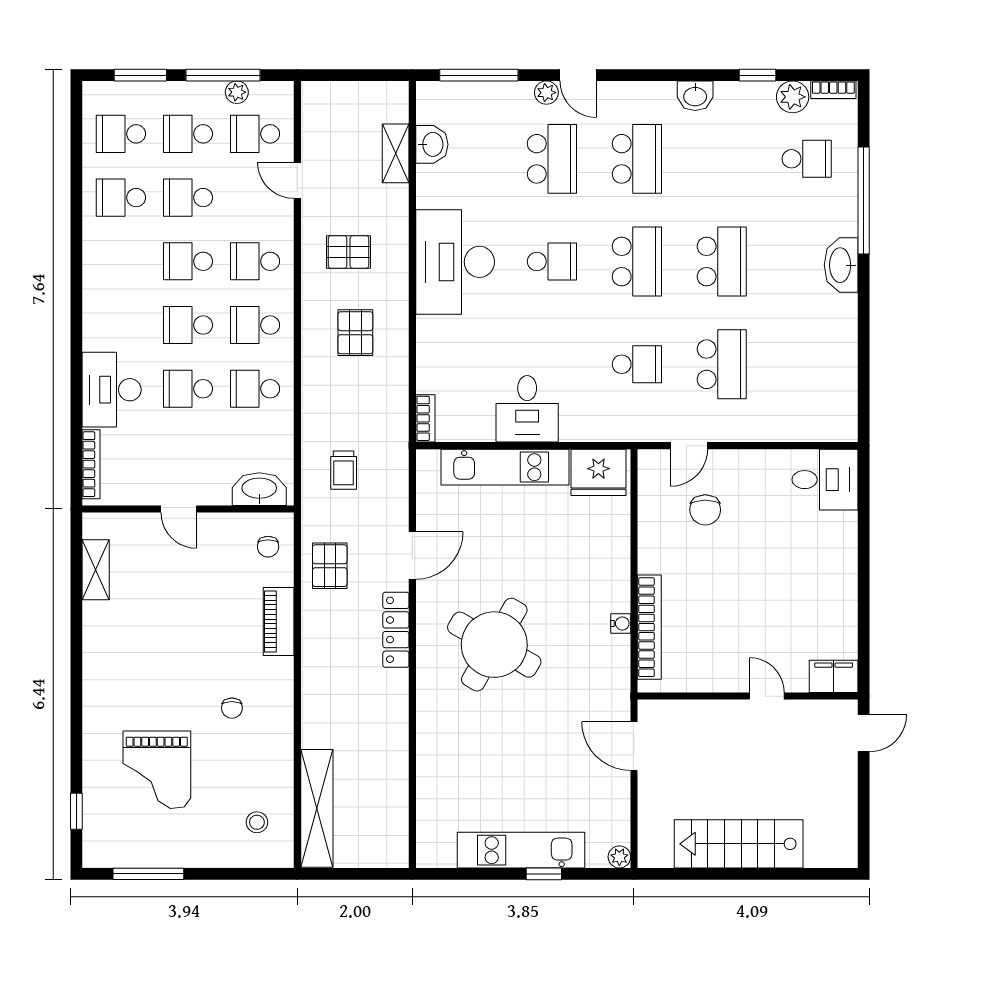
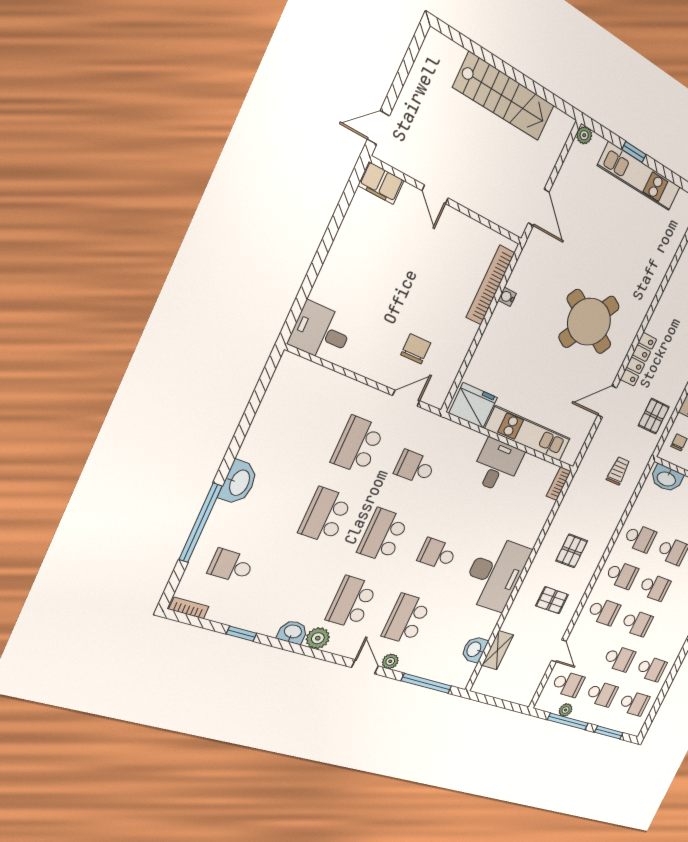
plant: (793, 97) -> (318, 638), moved

